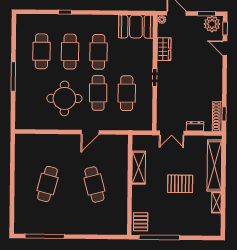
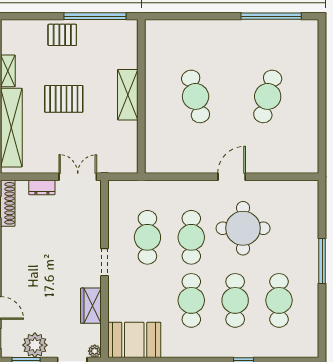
plant: (212, 24) -> (35, 345), moved
door: (90, 132) -> (232, 177), moved
shelving: (139, 168) -> (128, 95), moved
pallet: (141, 222) -> (62, 35), moved, turned 90

